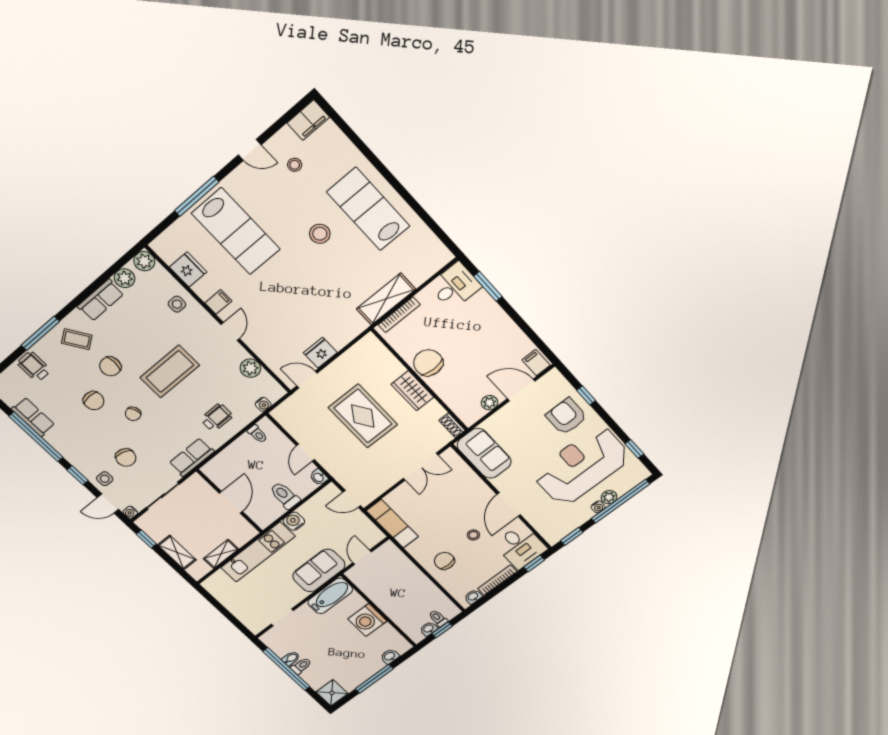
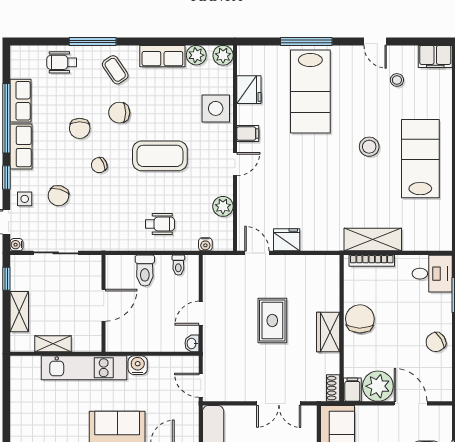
side table: (177, 304) -> (216, 108), width x1.87, depth x1.87
chair: (502, 332) -> (436, 342), added
filing cabinet: (536, 363) -> (352, 390), moved
wheelchair: (34, 367) -> (62, 62), turned -90
plant: (489, 403) -> (378, 386), width x1.87, depth x1.87
rug: (363, 416) -> (272, 320), width x0.73, depth x0.70
row of seats: (192, 457) -> (21, 146), moved, turned 90
toilet: (285, 496) -> (145, 271), moved, turned 180

